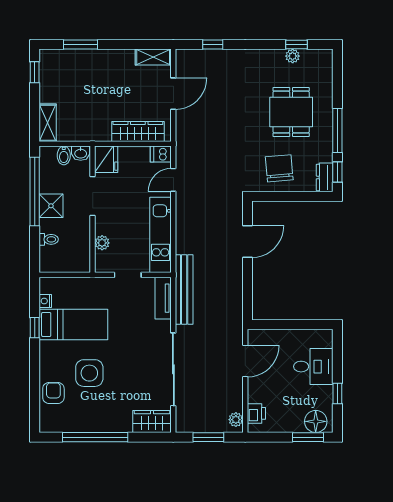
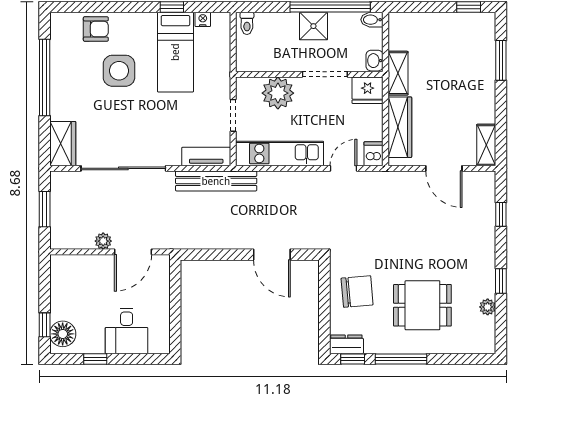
window: (296, 44) -> (501, 281), moved
shelving: (48, 123) -> (398, 73), moved, turned 90
bidet: (64, 155) -> (372, 20), moved
door: (173, 180) -> (343, 168), hinge flipped
toilet: (49, 239) -> (247, 23), moved
plant: (102, 243) -> (278, 93), width x1.87, depth x1.87
door: (245, 361) -> (133, 252), hinge flipped
printer: (256, 413) -> (72, 265), removed
plant: (236, 420) -> (103, 241), moved
window: (308, 437) -> (45, 325), width x0.67

